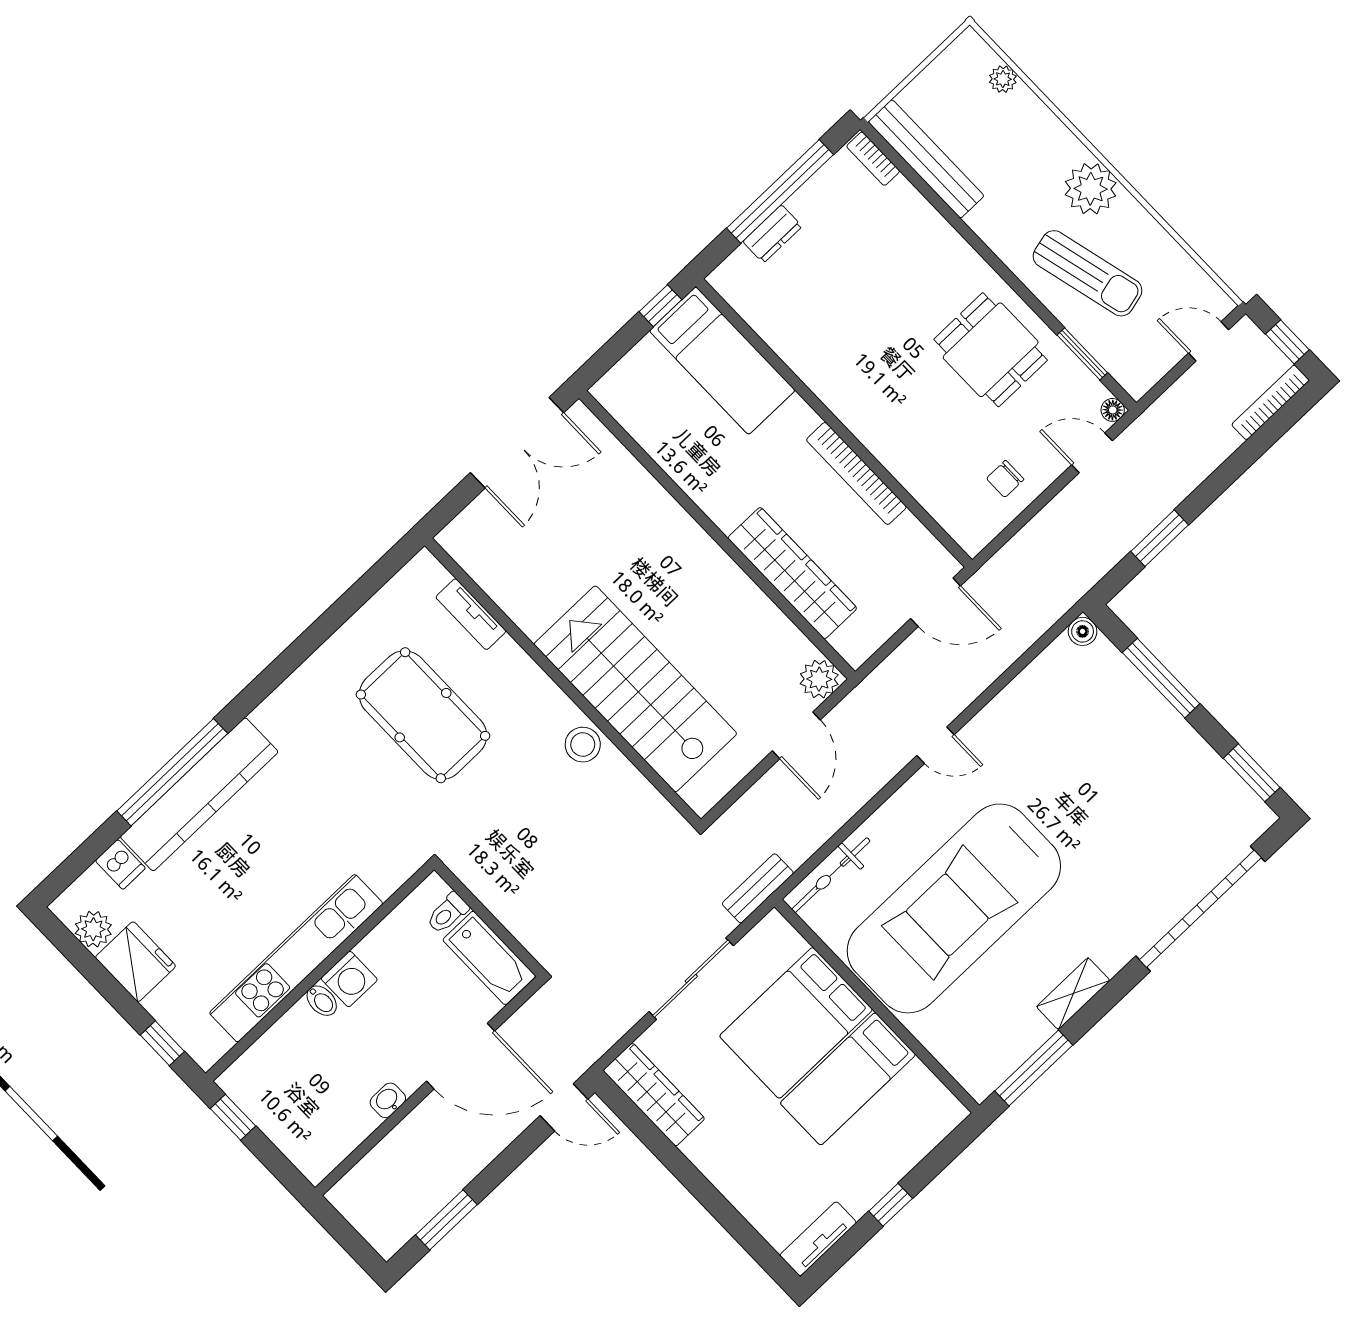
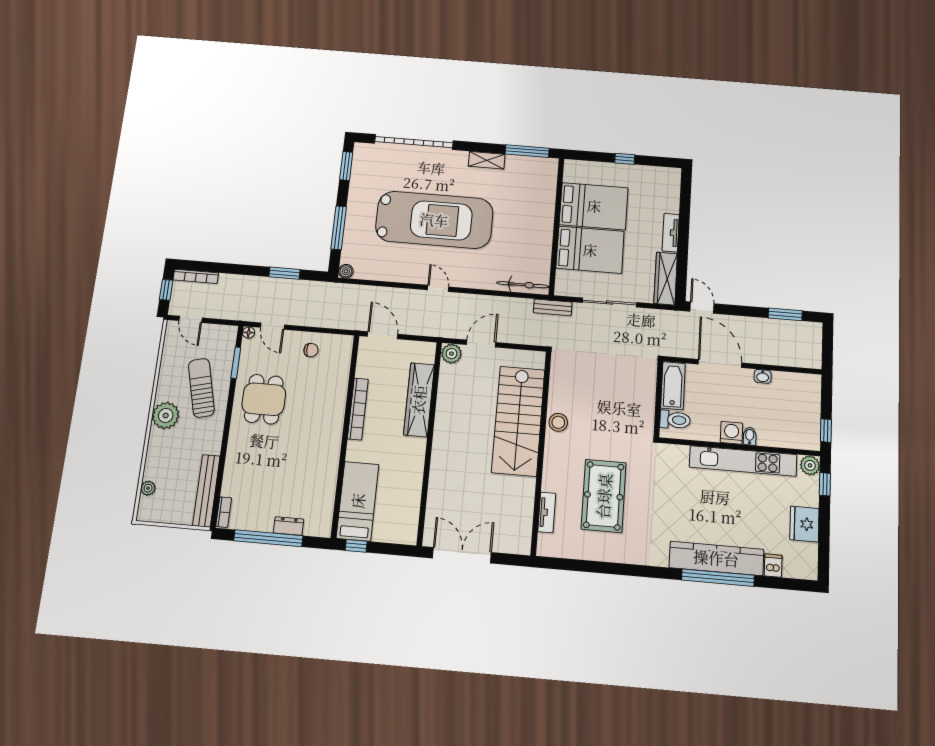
car: (954, 908) -> (434, 220), moved
toilet: (448, 913) -> (675, 420), width x1.37, depth x1.39
plant: (93, 929) -> (810, 465), moved
bed: (848, 1079) -> (594, 206), width x1.50
tv unit: (818, 1239) -> (671, 233), moved, turned 90

